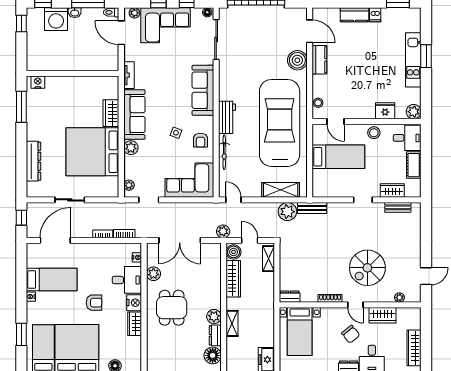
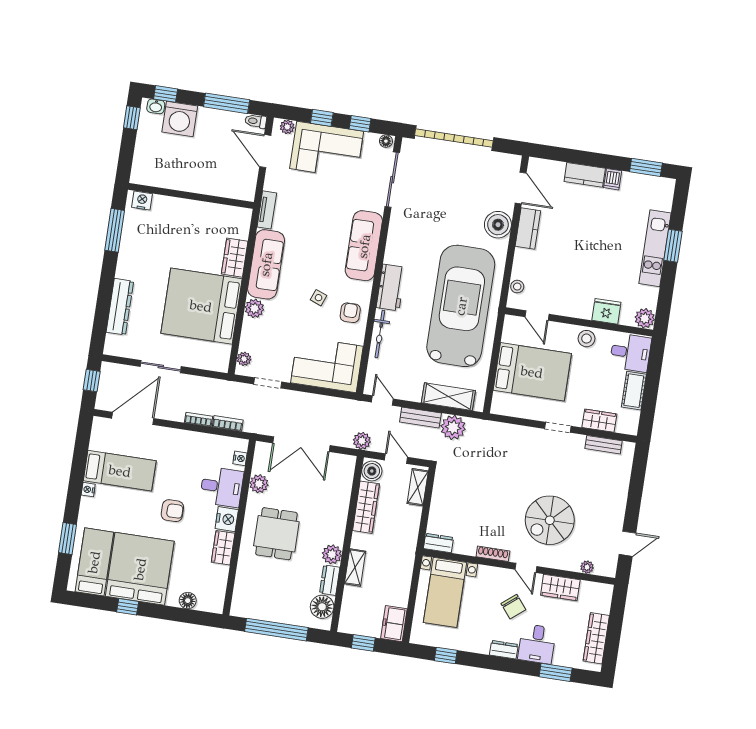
washbasin: (75, 13) -> (156, 106), moved
armchair: (200, 140) -> (350, 313), turned 180
bed: (338, 157) -> (532, 372), width x1.50
bench: (312, 208) -> (420, 417), moved

